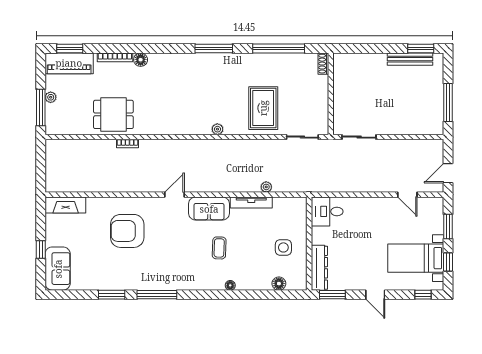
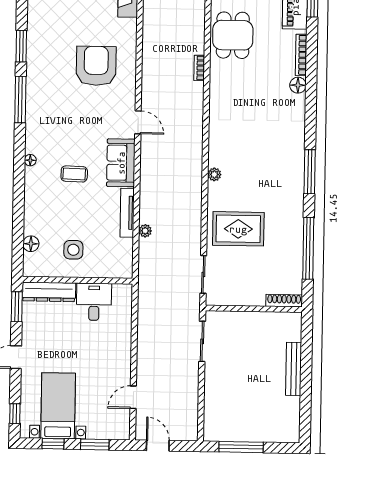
window: (421, 49) -> (305, 416), removed
bench: (410, 59) -> (294, 369), moved
shoe rack: (323, 64) -> (284, 301), width x1.43
dining table: (113, 114) -> (233, 35), moved
desk: (327, 211) -> (94, 302), moved
floor lamp: (230, 285) -> (30, 160), moved

